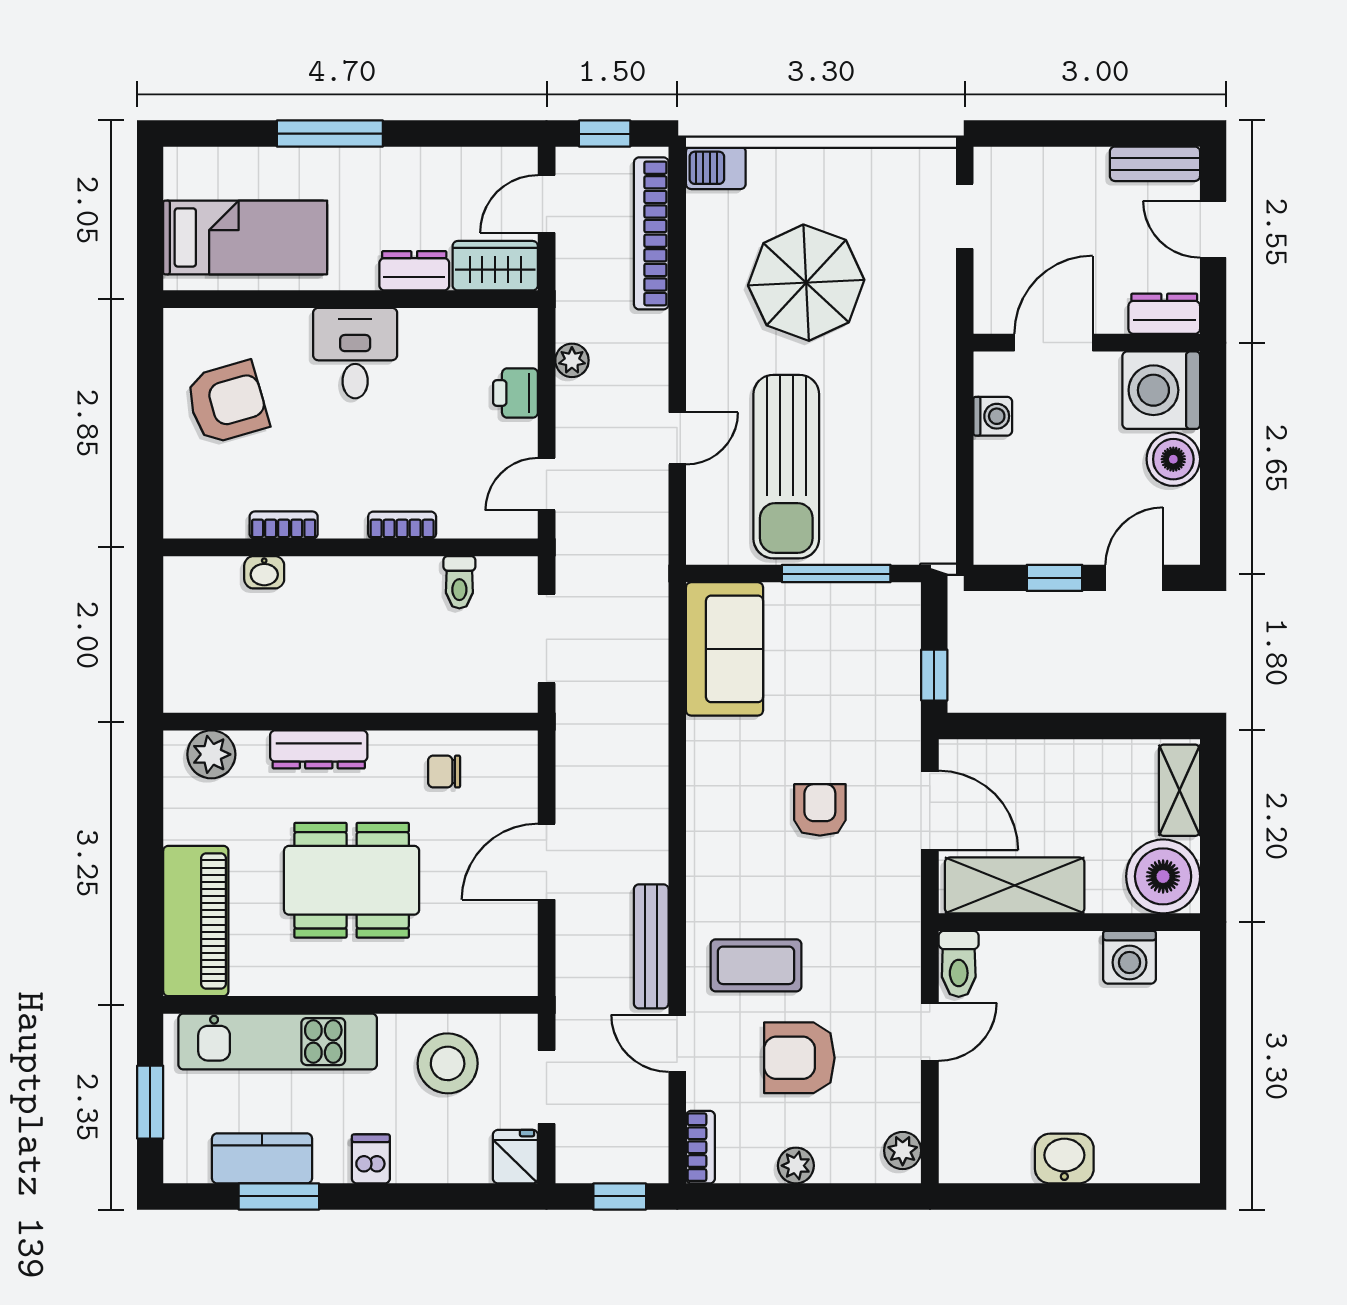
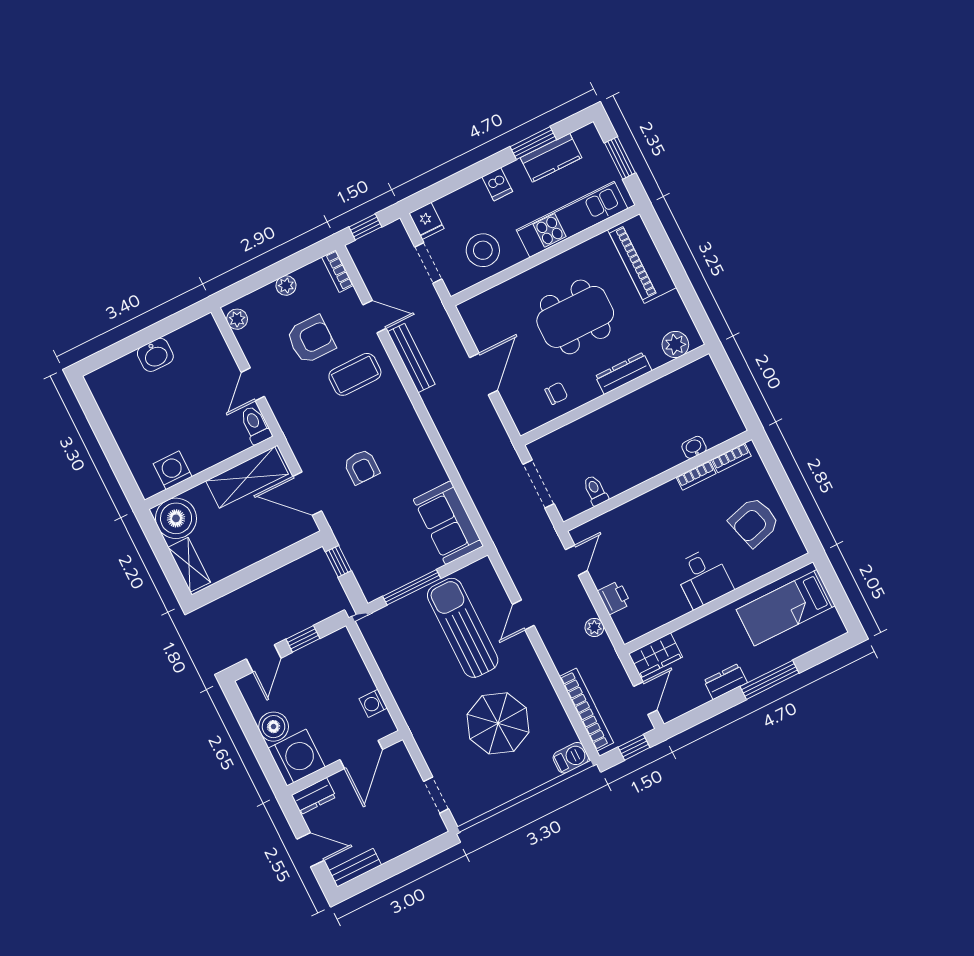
dresser: (414, 271) -> (726, 682), moved, turned 180
bookcase: (402, 525) -> (731, 458), moved

